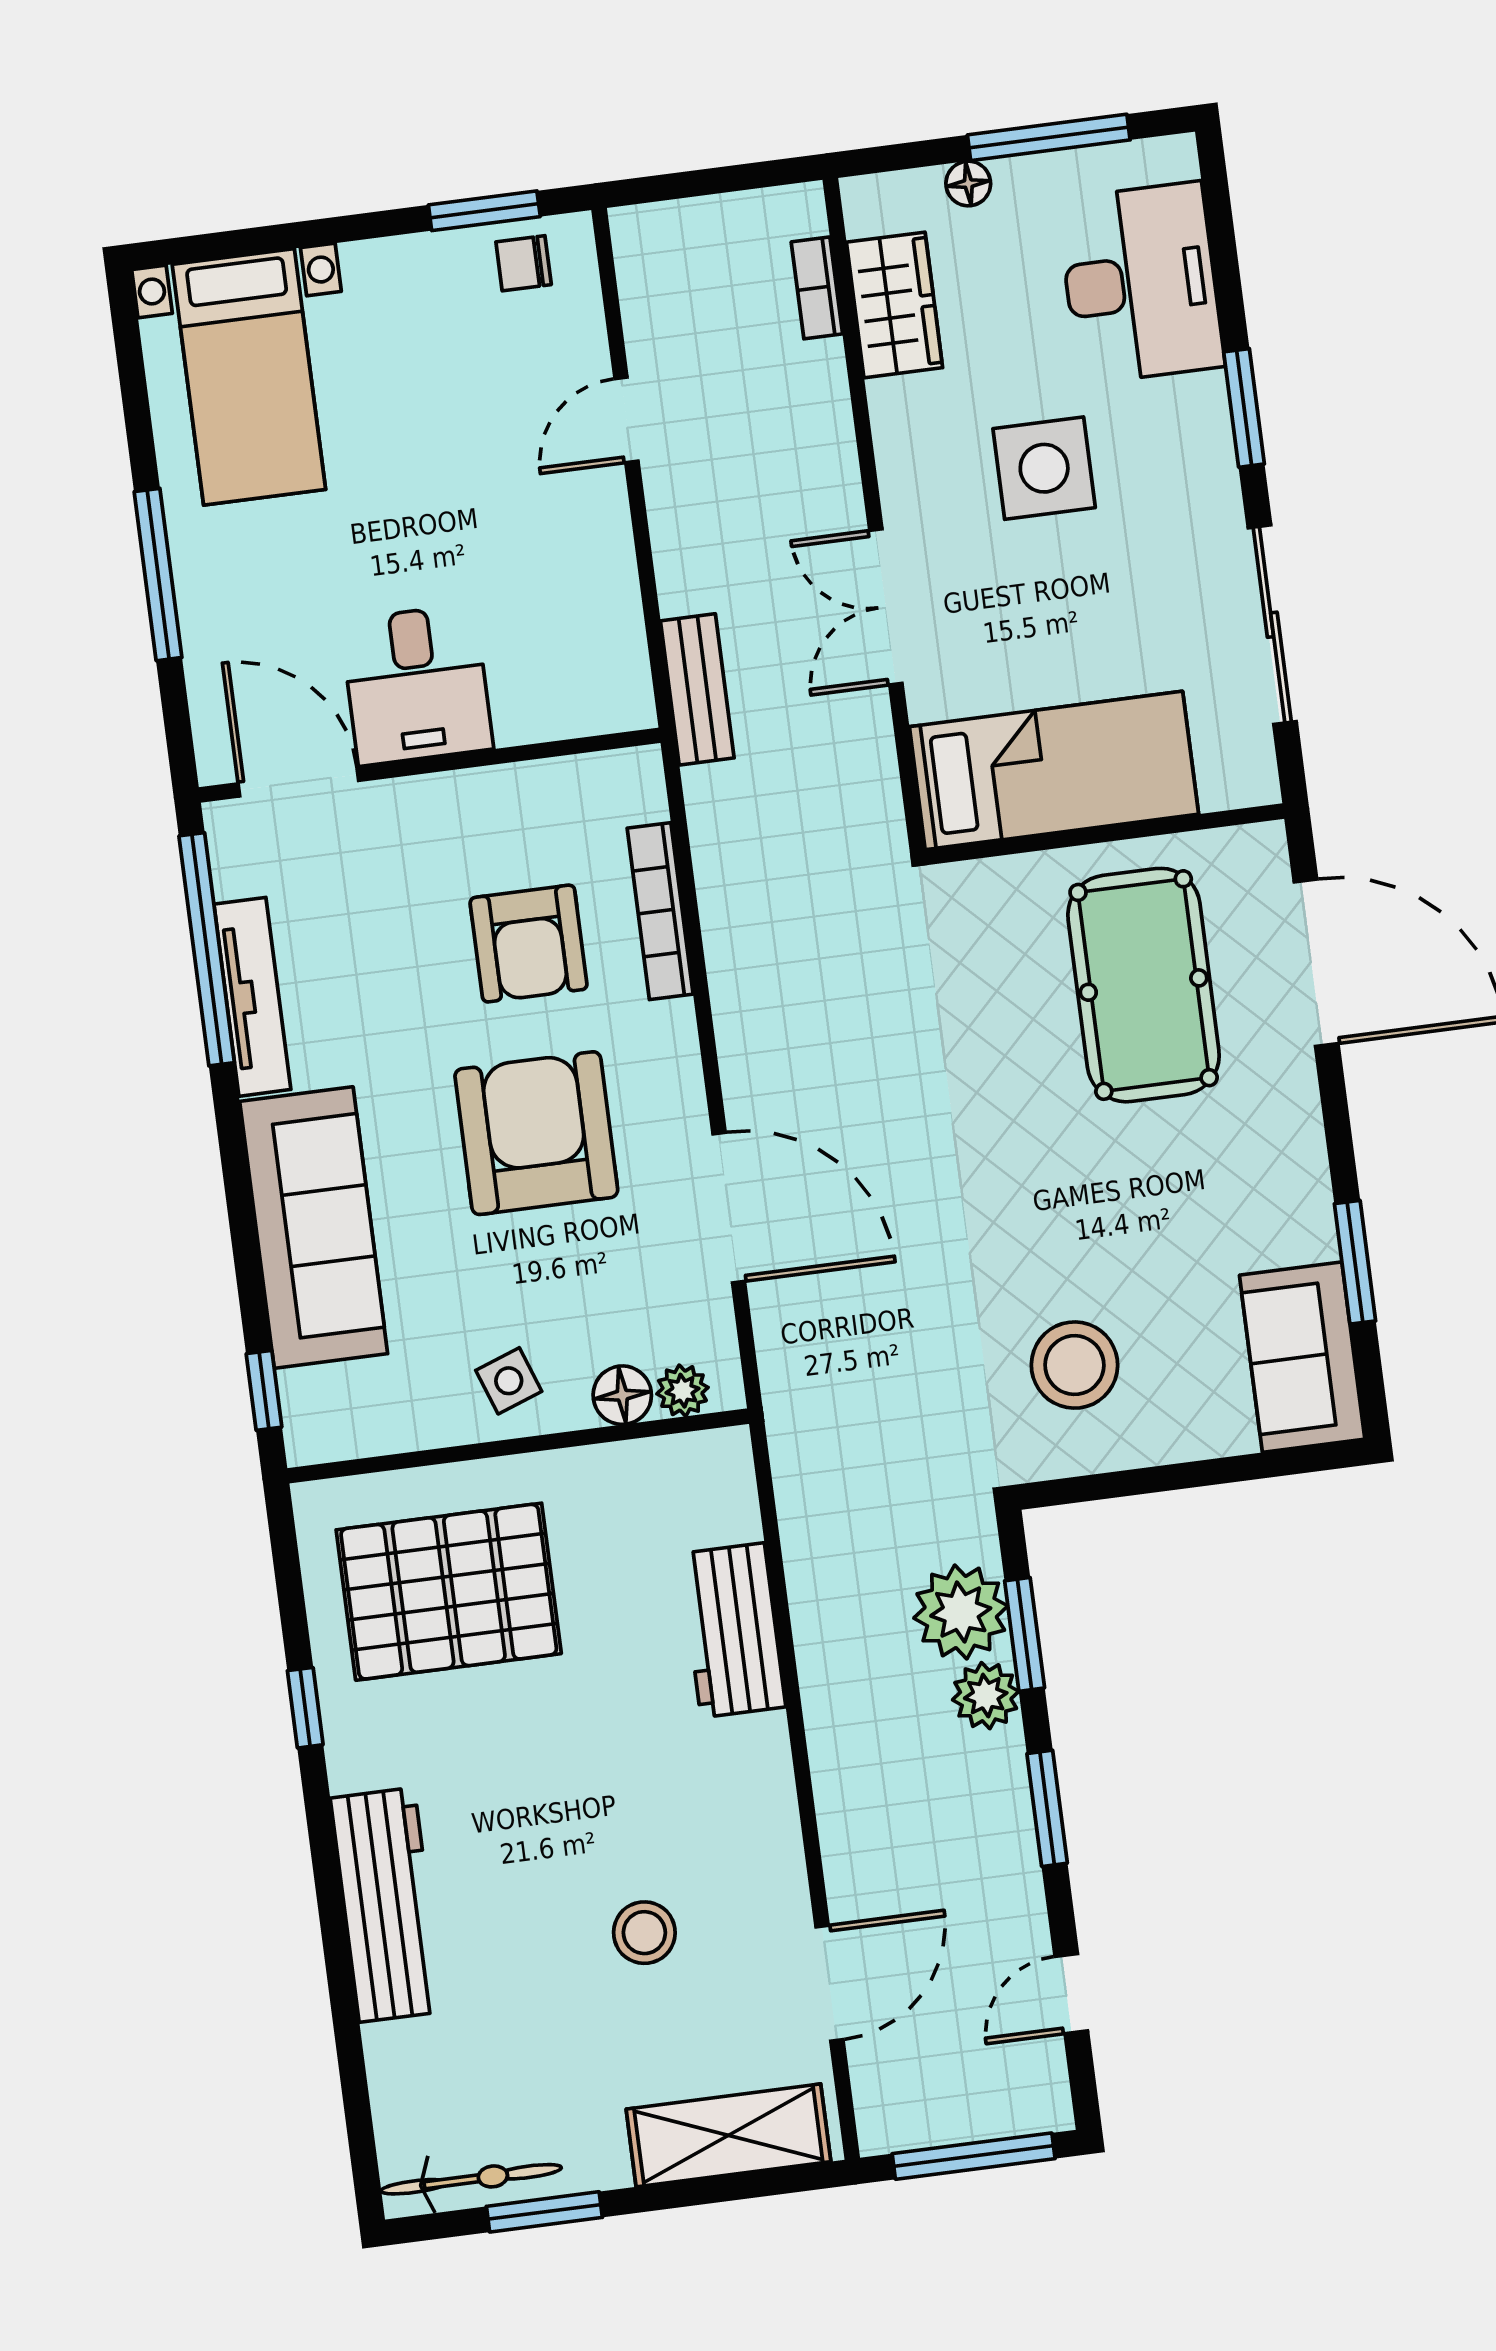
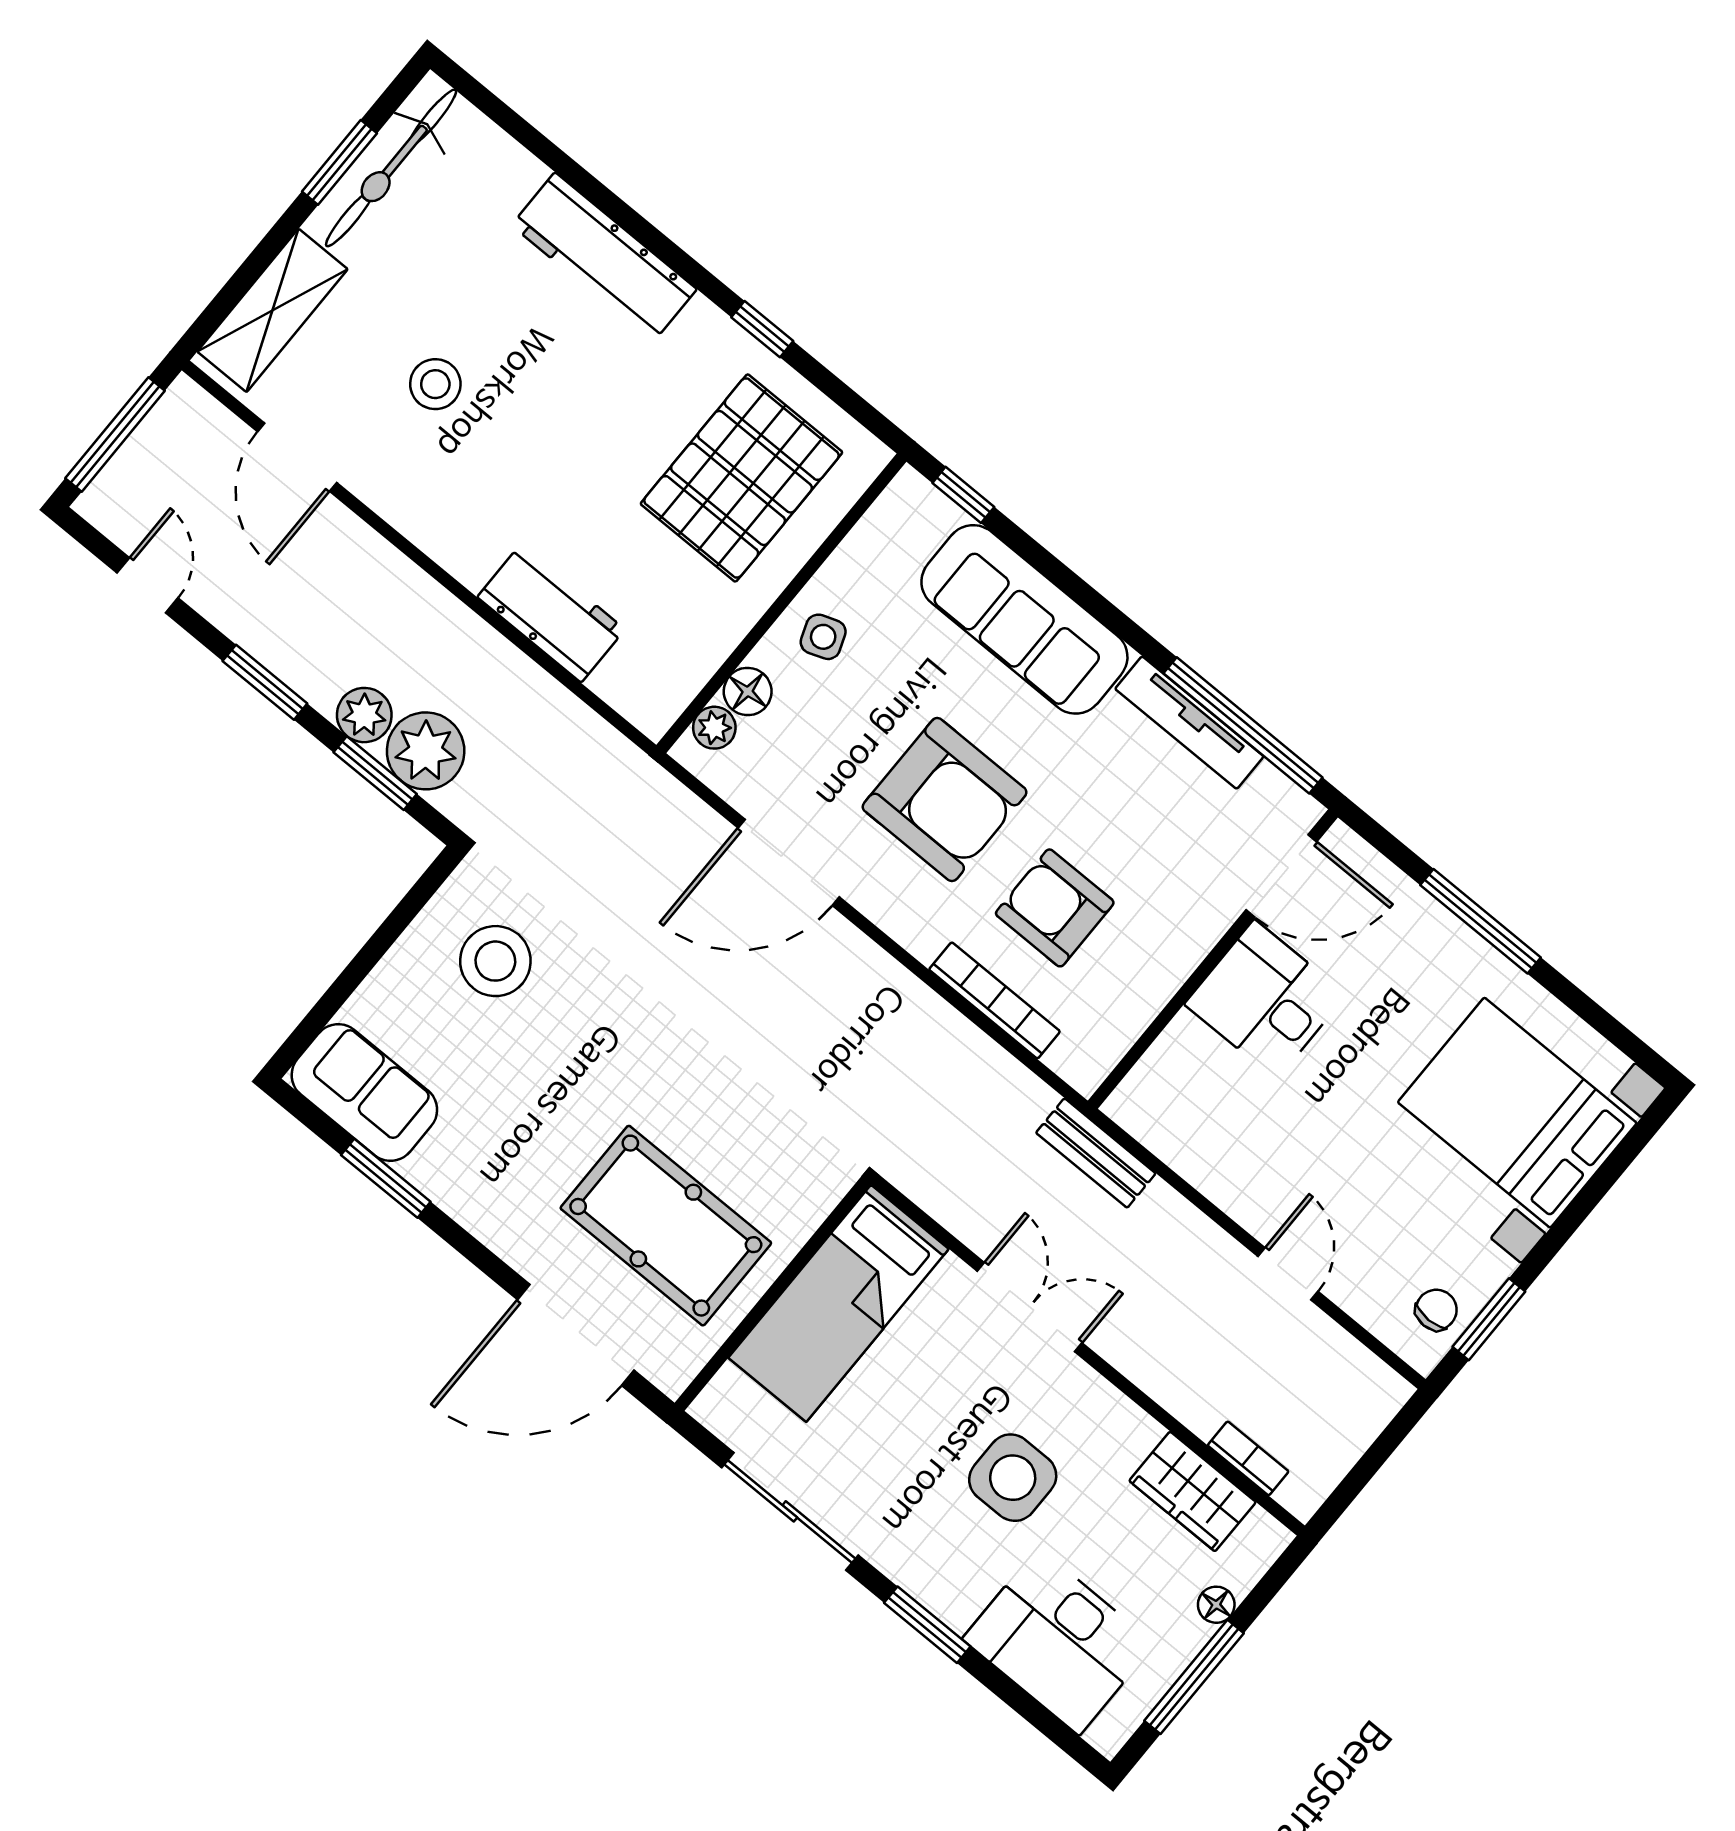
bed with nightstands: (249, 377) -> (1517, 1113), width x1.36
bicycle: (471, 2179) -> (391, 168), width x1.37, depth x1.40

